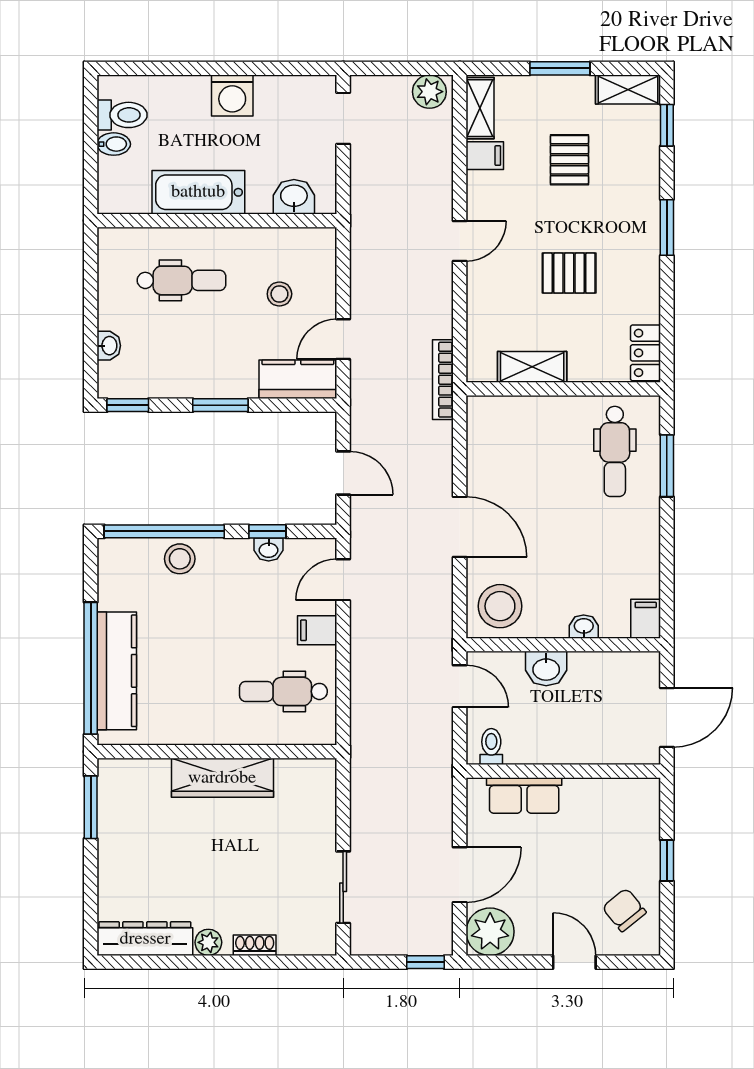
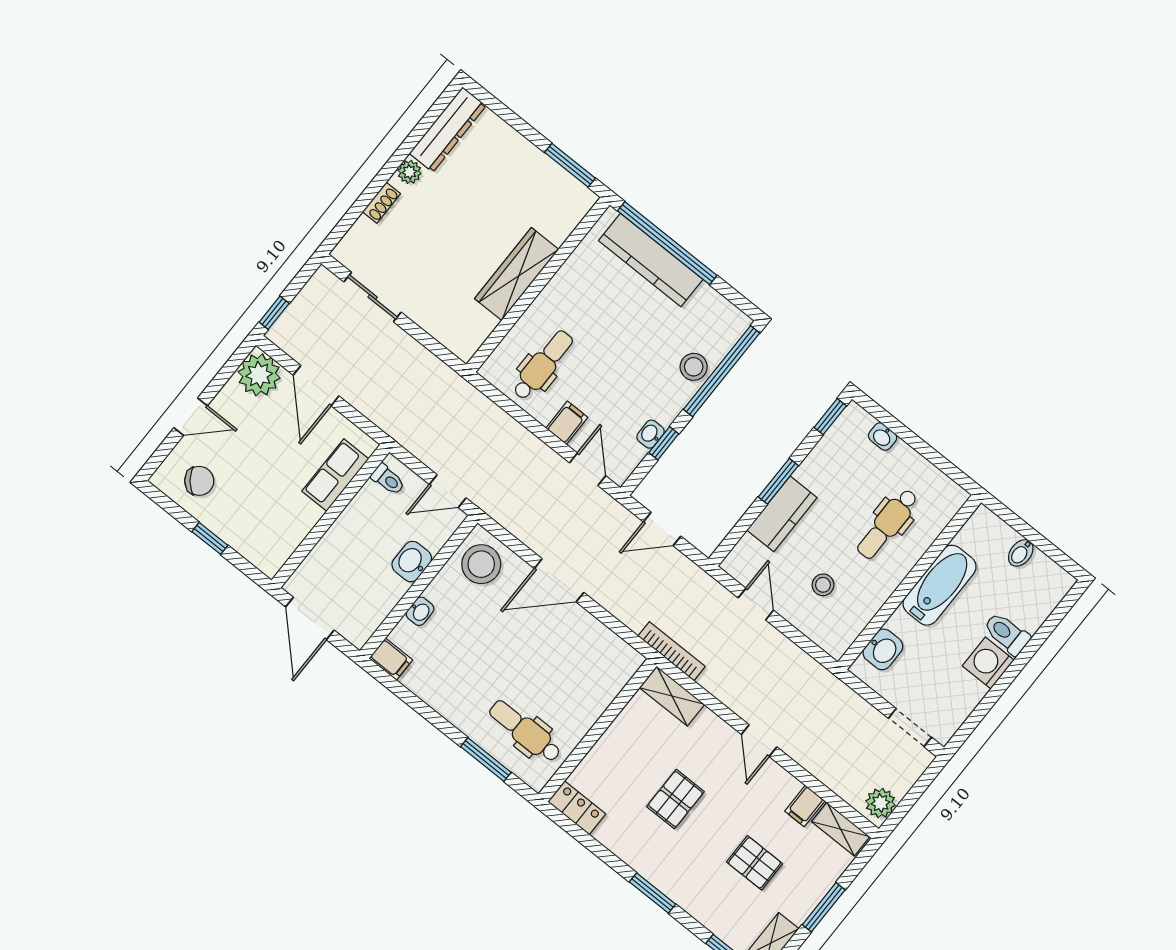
toilet: (122, 115) -> (1007, 634), moved, turned 90
shelving: (532, 367) -> (672, 696), moved, turned 90
kitchen counter: (298, 379) -> (782, 514), moved

